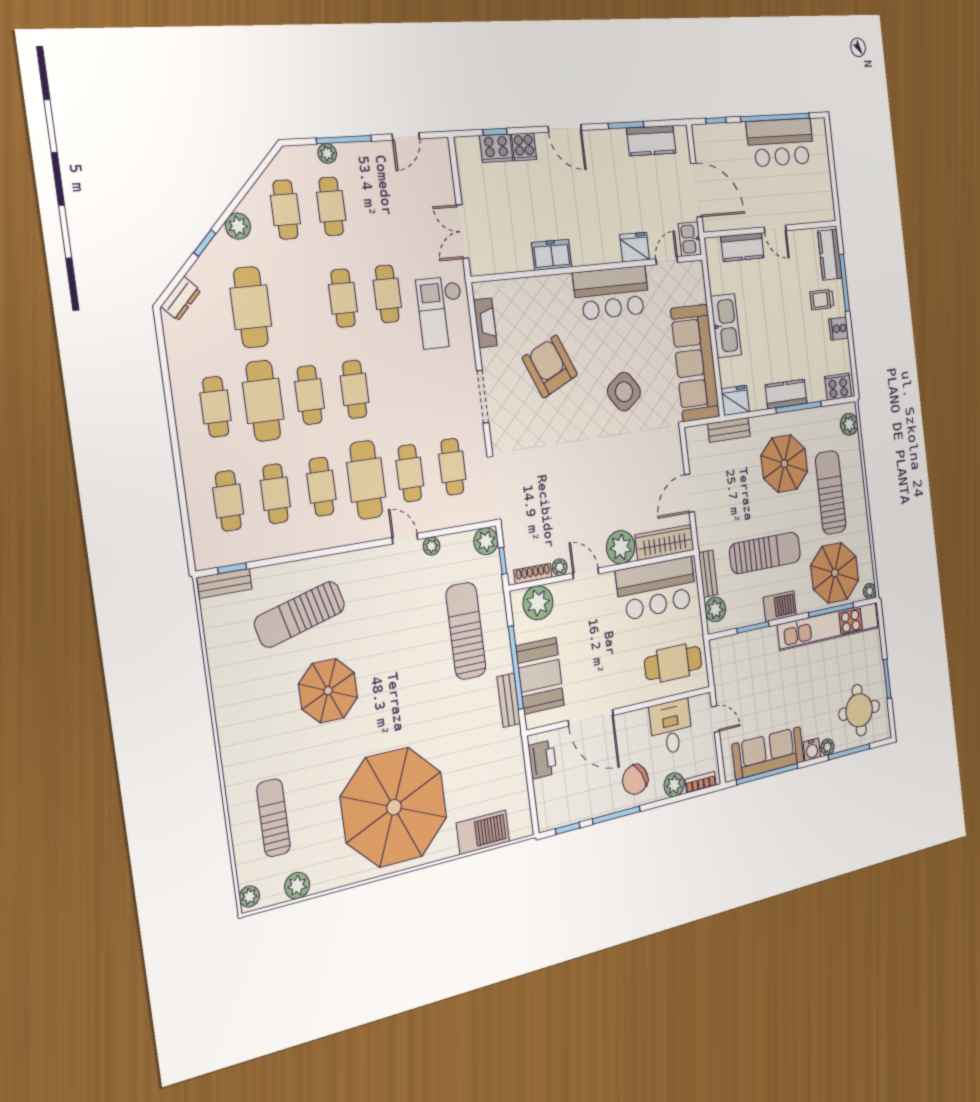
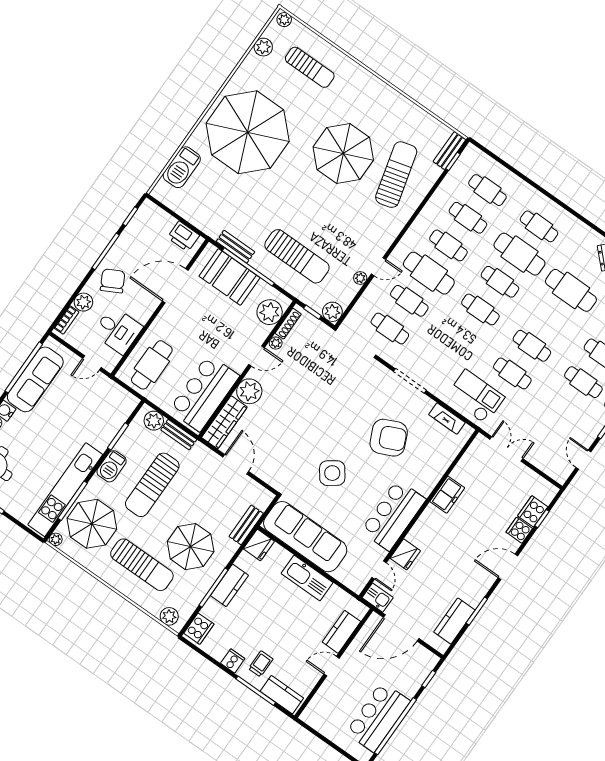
parasol: (328, 691) -> (343, 153), width x1.36, depth x1.36

